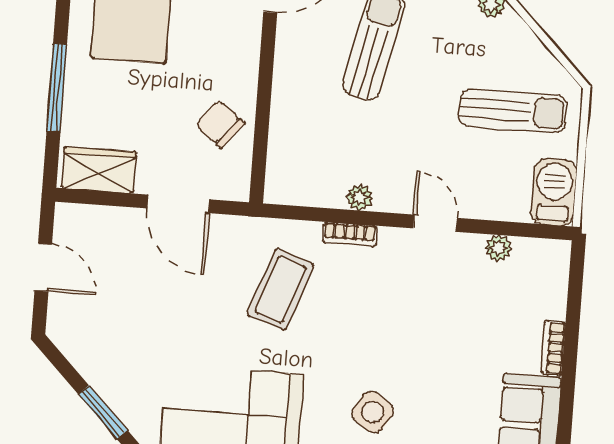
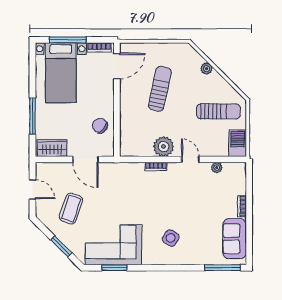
plant: (360, 197) -> (164, 147), width x1.87, depth x1.87
coffee table: (281, 289) -> (71, 209), moved

